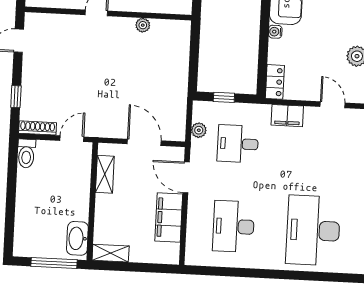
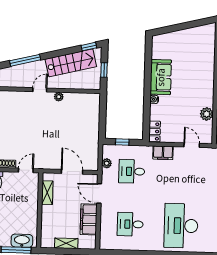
plant: (143, 25) -> (59, 97), moved
desk: (234, 226) -> (130, 224), width x0.73
washbasin: (77, 238) -> (22, 241), moved, turned 90
shelving: (111, 253) -> (66, 243), moved

